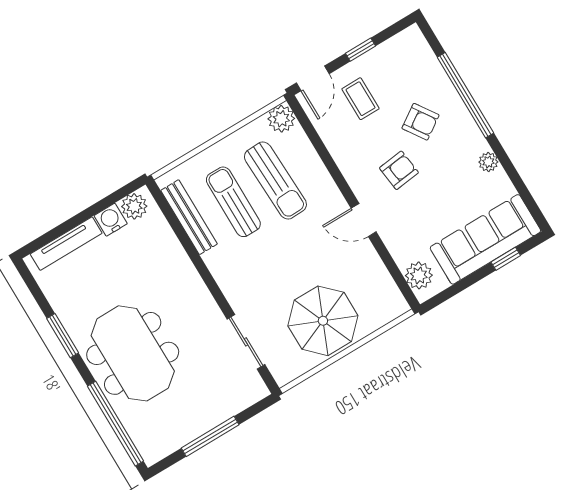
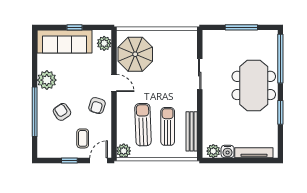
plant: (488, 162) -> (47, 80), width x1.88, depth x1.88
armchair: (399, 170) -> (97, 106), moved, turned -66
sun lounger: (233, 202) -> (168, 126), turned 180
window: (506, 259) -> (74, 27), moved
parasol: (323, 321) -> (135, 54), moved
sliding door: (246, 342) -> (200, 74), moved

